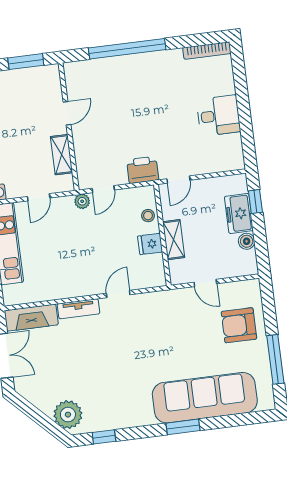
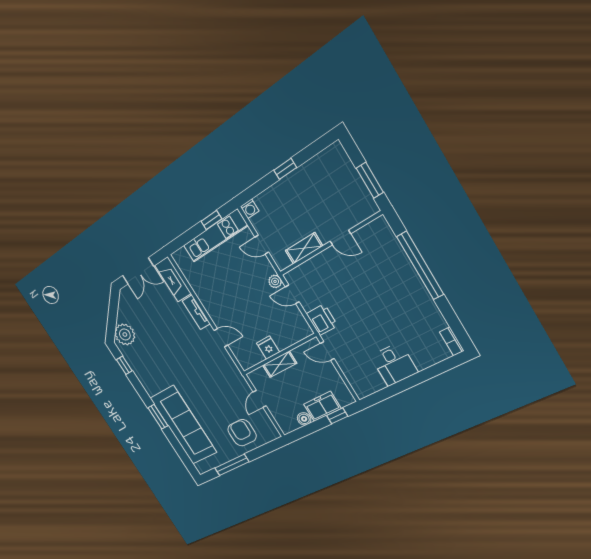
bookcase: (207, 51) -> (452, 341), width x0.64
stool: (148, 216) -> (288, 338), removed

